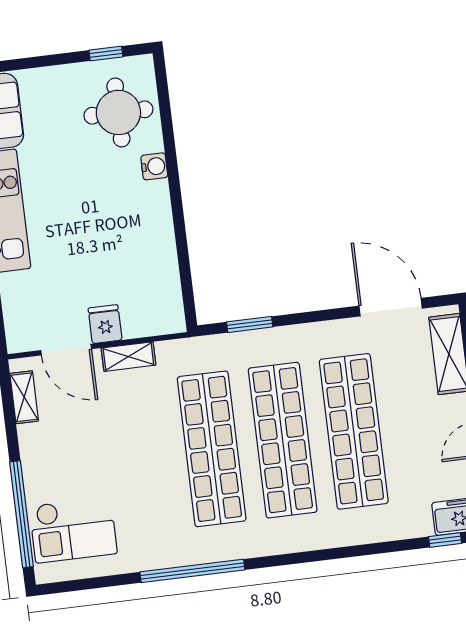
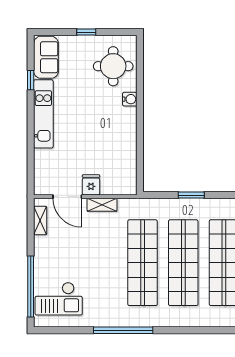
window: (106, 54) -> (86, 32), moved
window: (250, 324) -> (191, 195), moved

